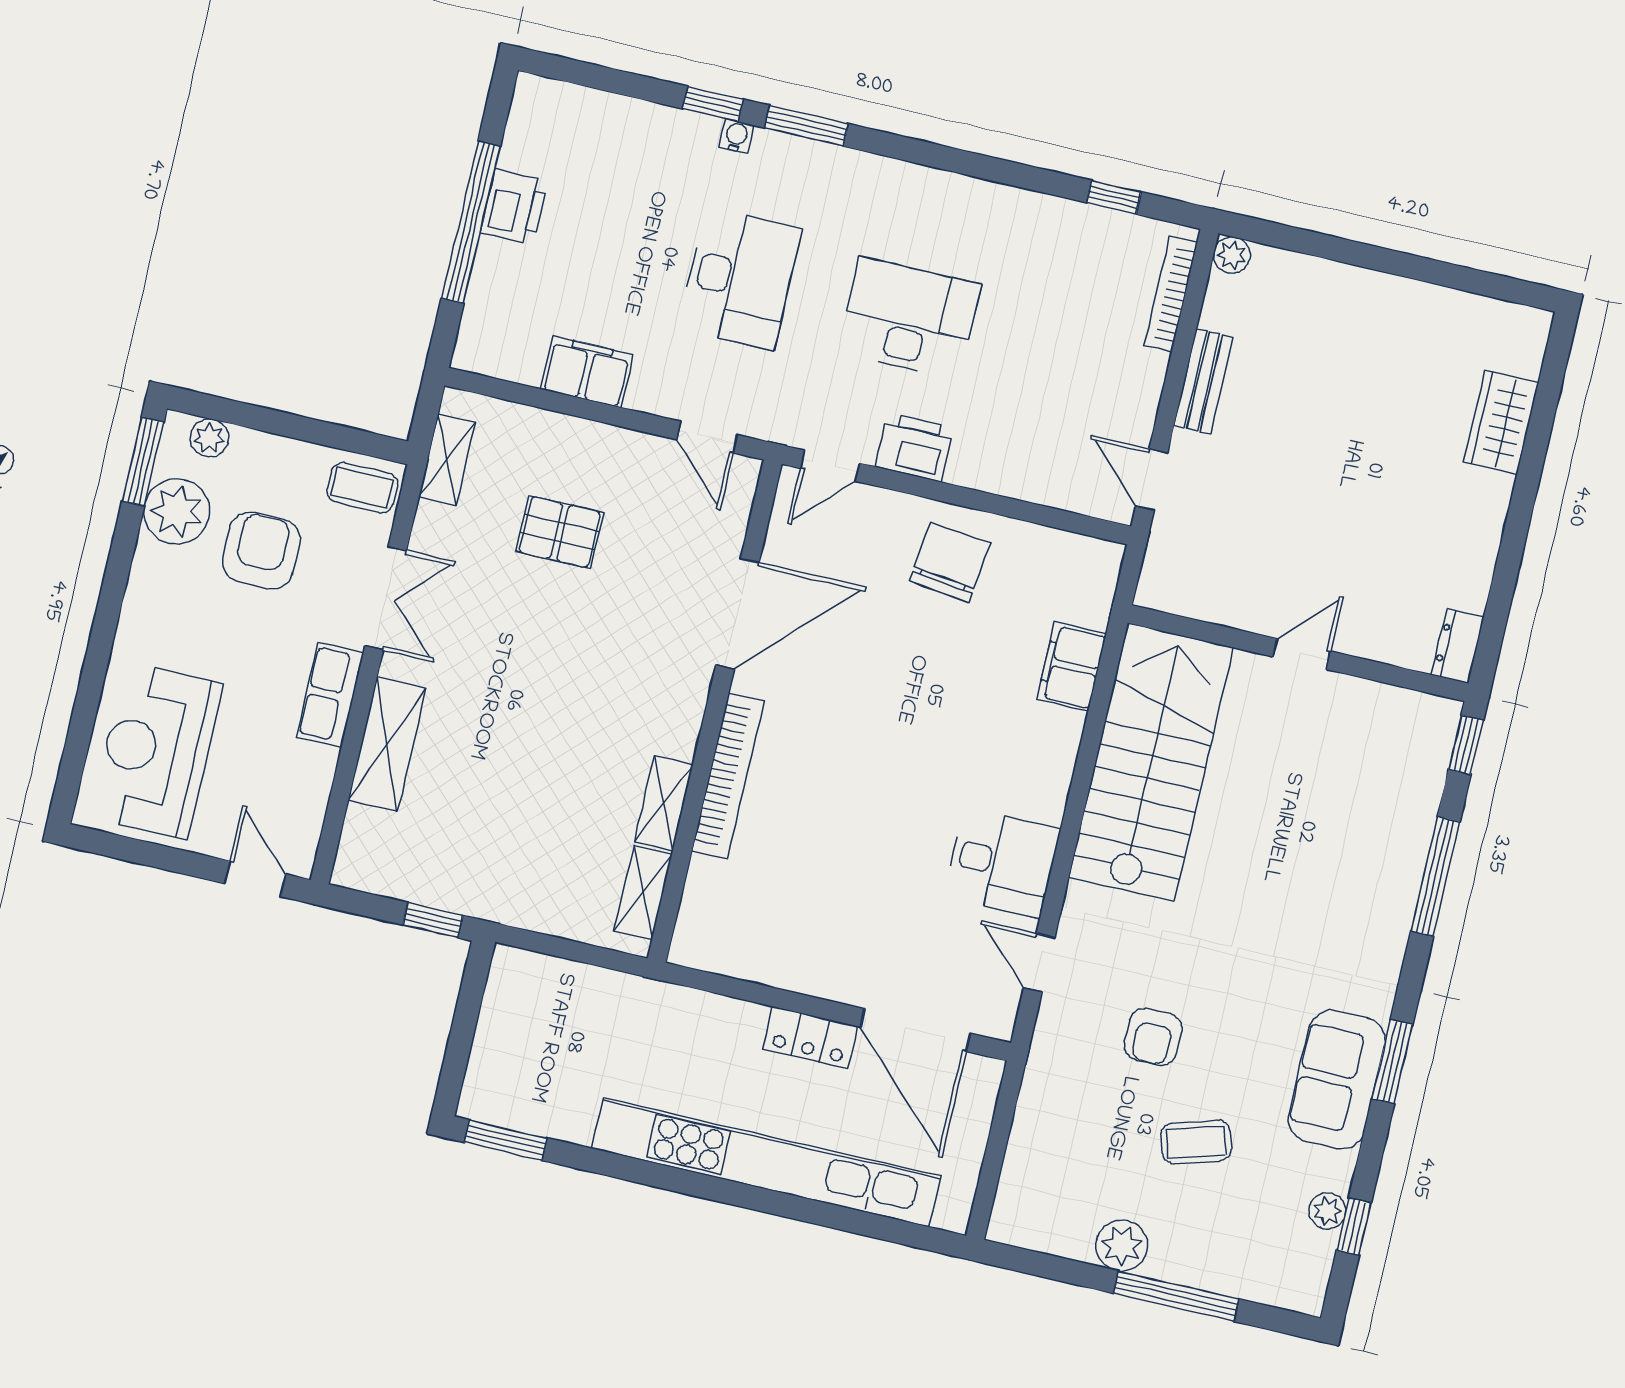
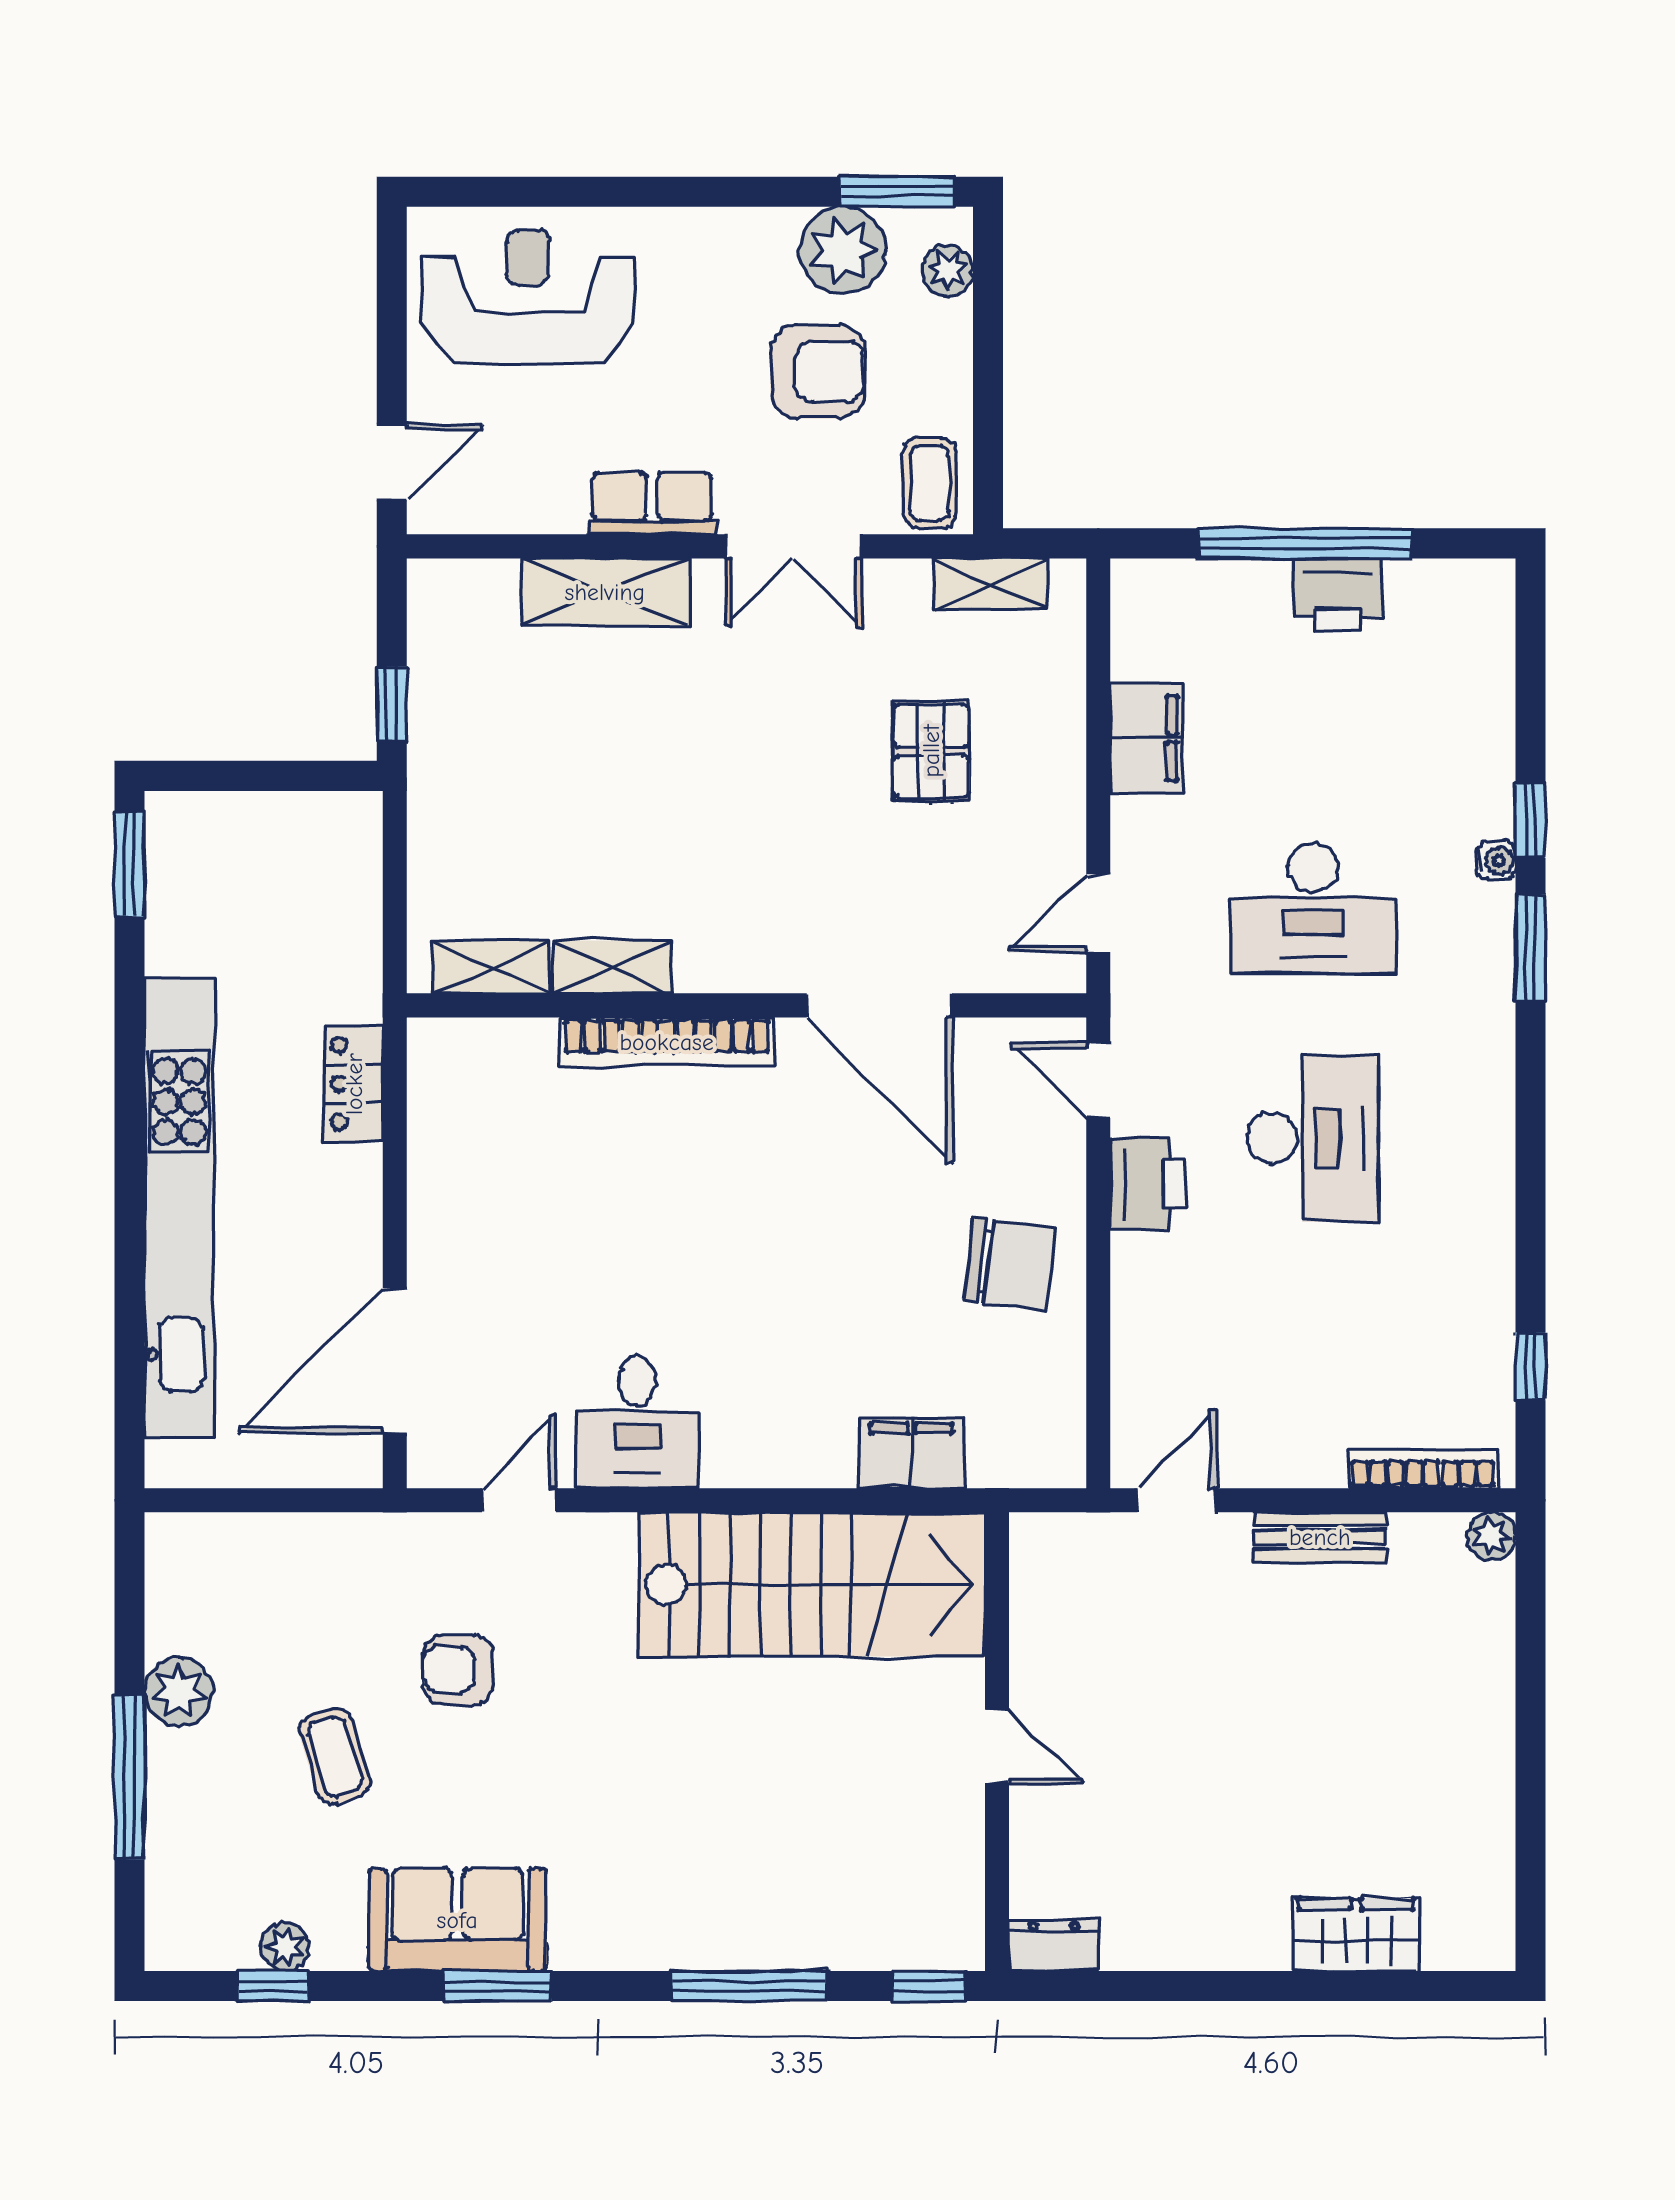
locker: (810, 1038) -> (354, 1084), moved

